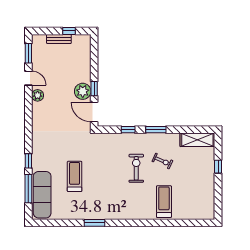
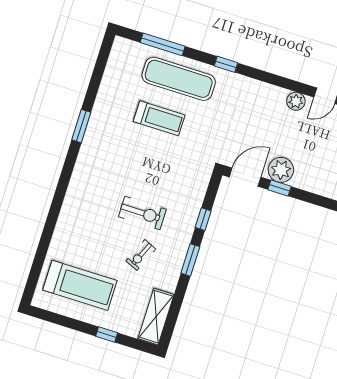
window: (28, 161) -> (226, 64), moved
exercise mat: (42, 195) -> (179, 79), moved
treadmill: (164, 202) -> (80, 285), moved, width x1.37, depth x1.38

